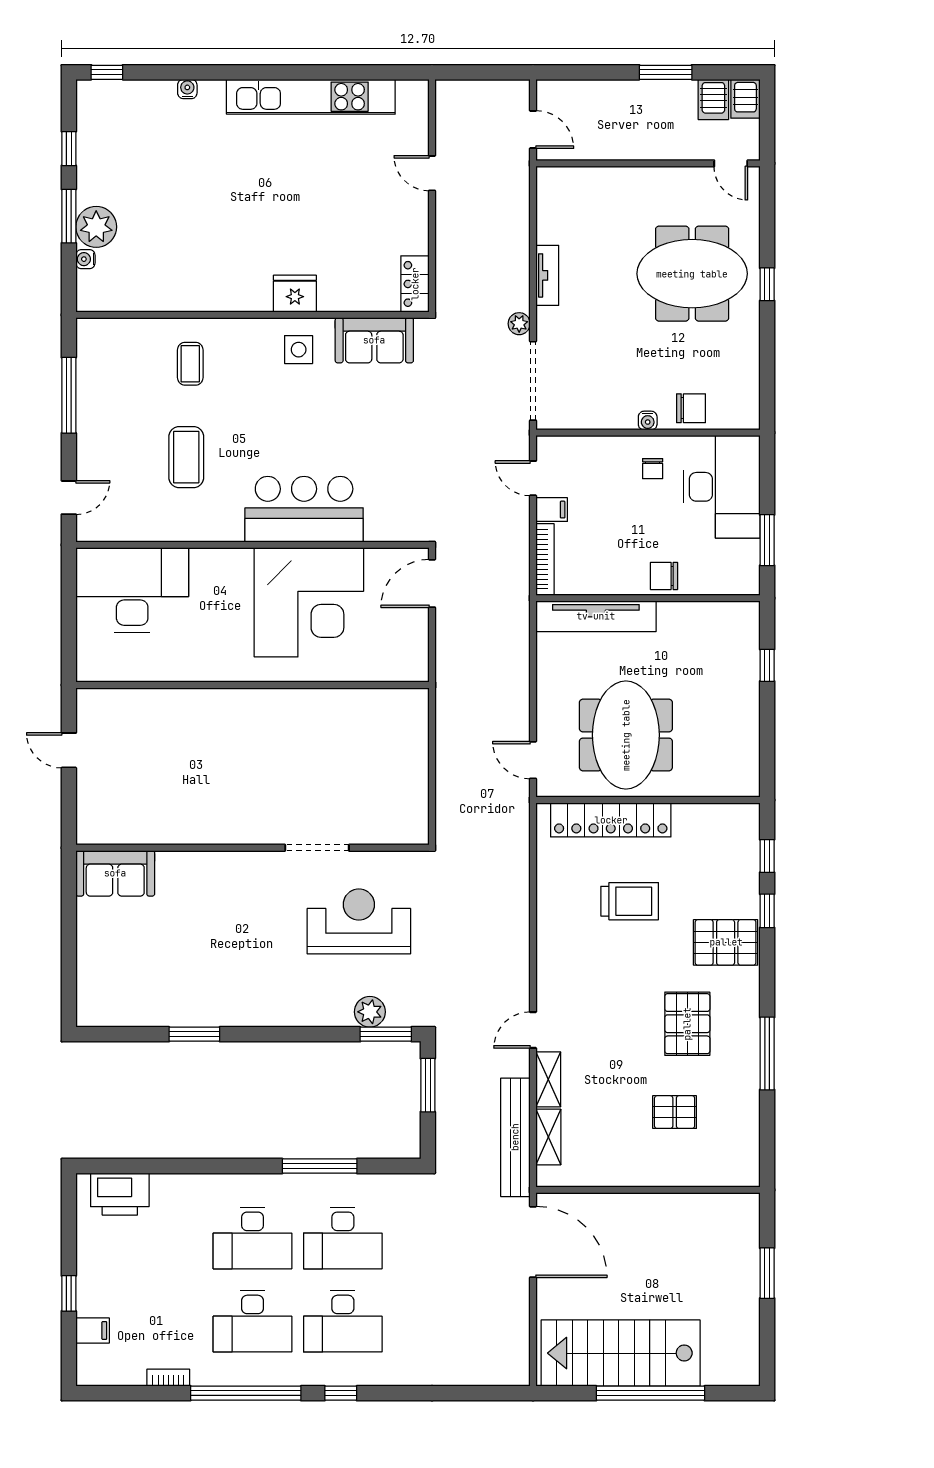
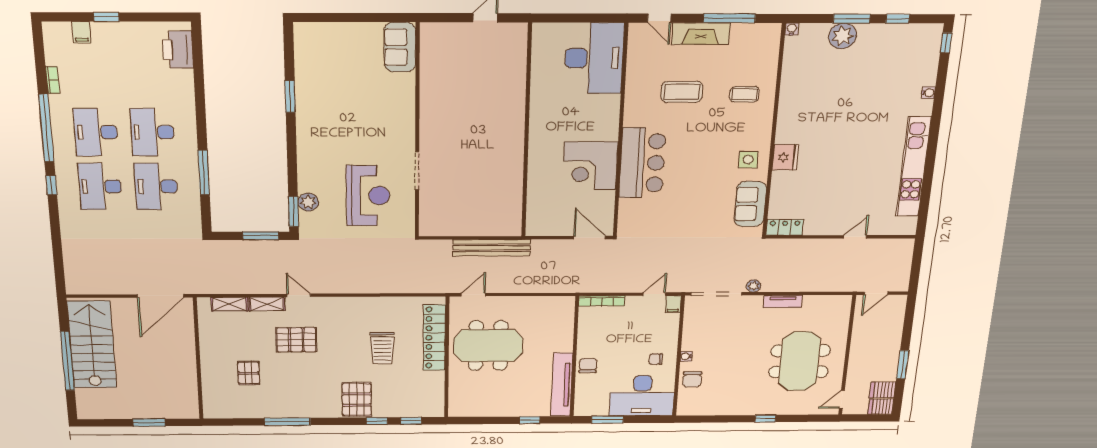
water cooler: (85, 259) -> (792, 29), moved
meeting table: (692, 274) -> (799, 361), moved
fireplace: (93, 435) -> (701, 34), added
filing cabinet: (552, 510) -> (673, 304), moved
corner desk: (309, 602) -> (590, 166), width x0.74, depth x0.74
tv unit: (596, 616) -> (562, 385), moved
pallet: (687, 1024) -> (296, 340), moved
bench: (515, 1137) -> (492, 248), moved

